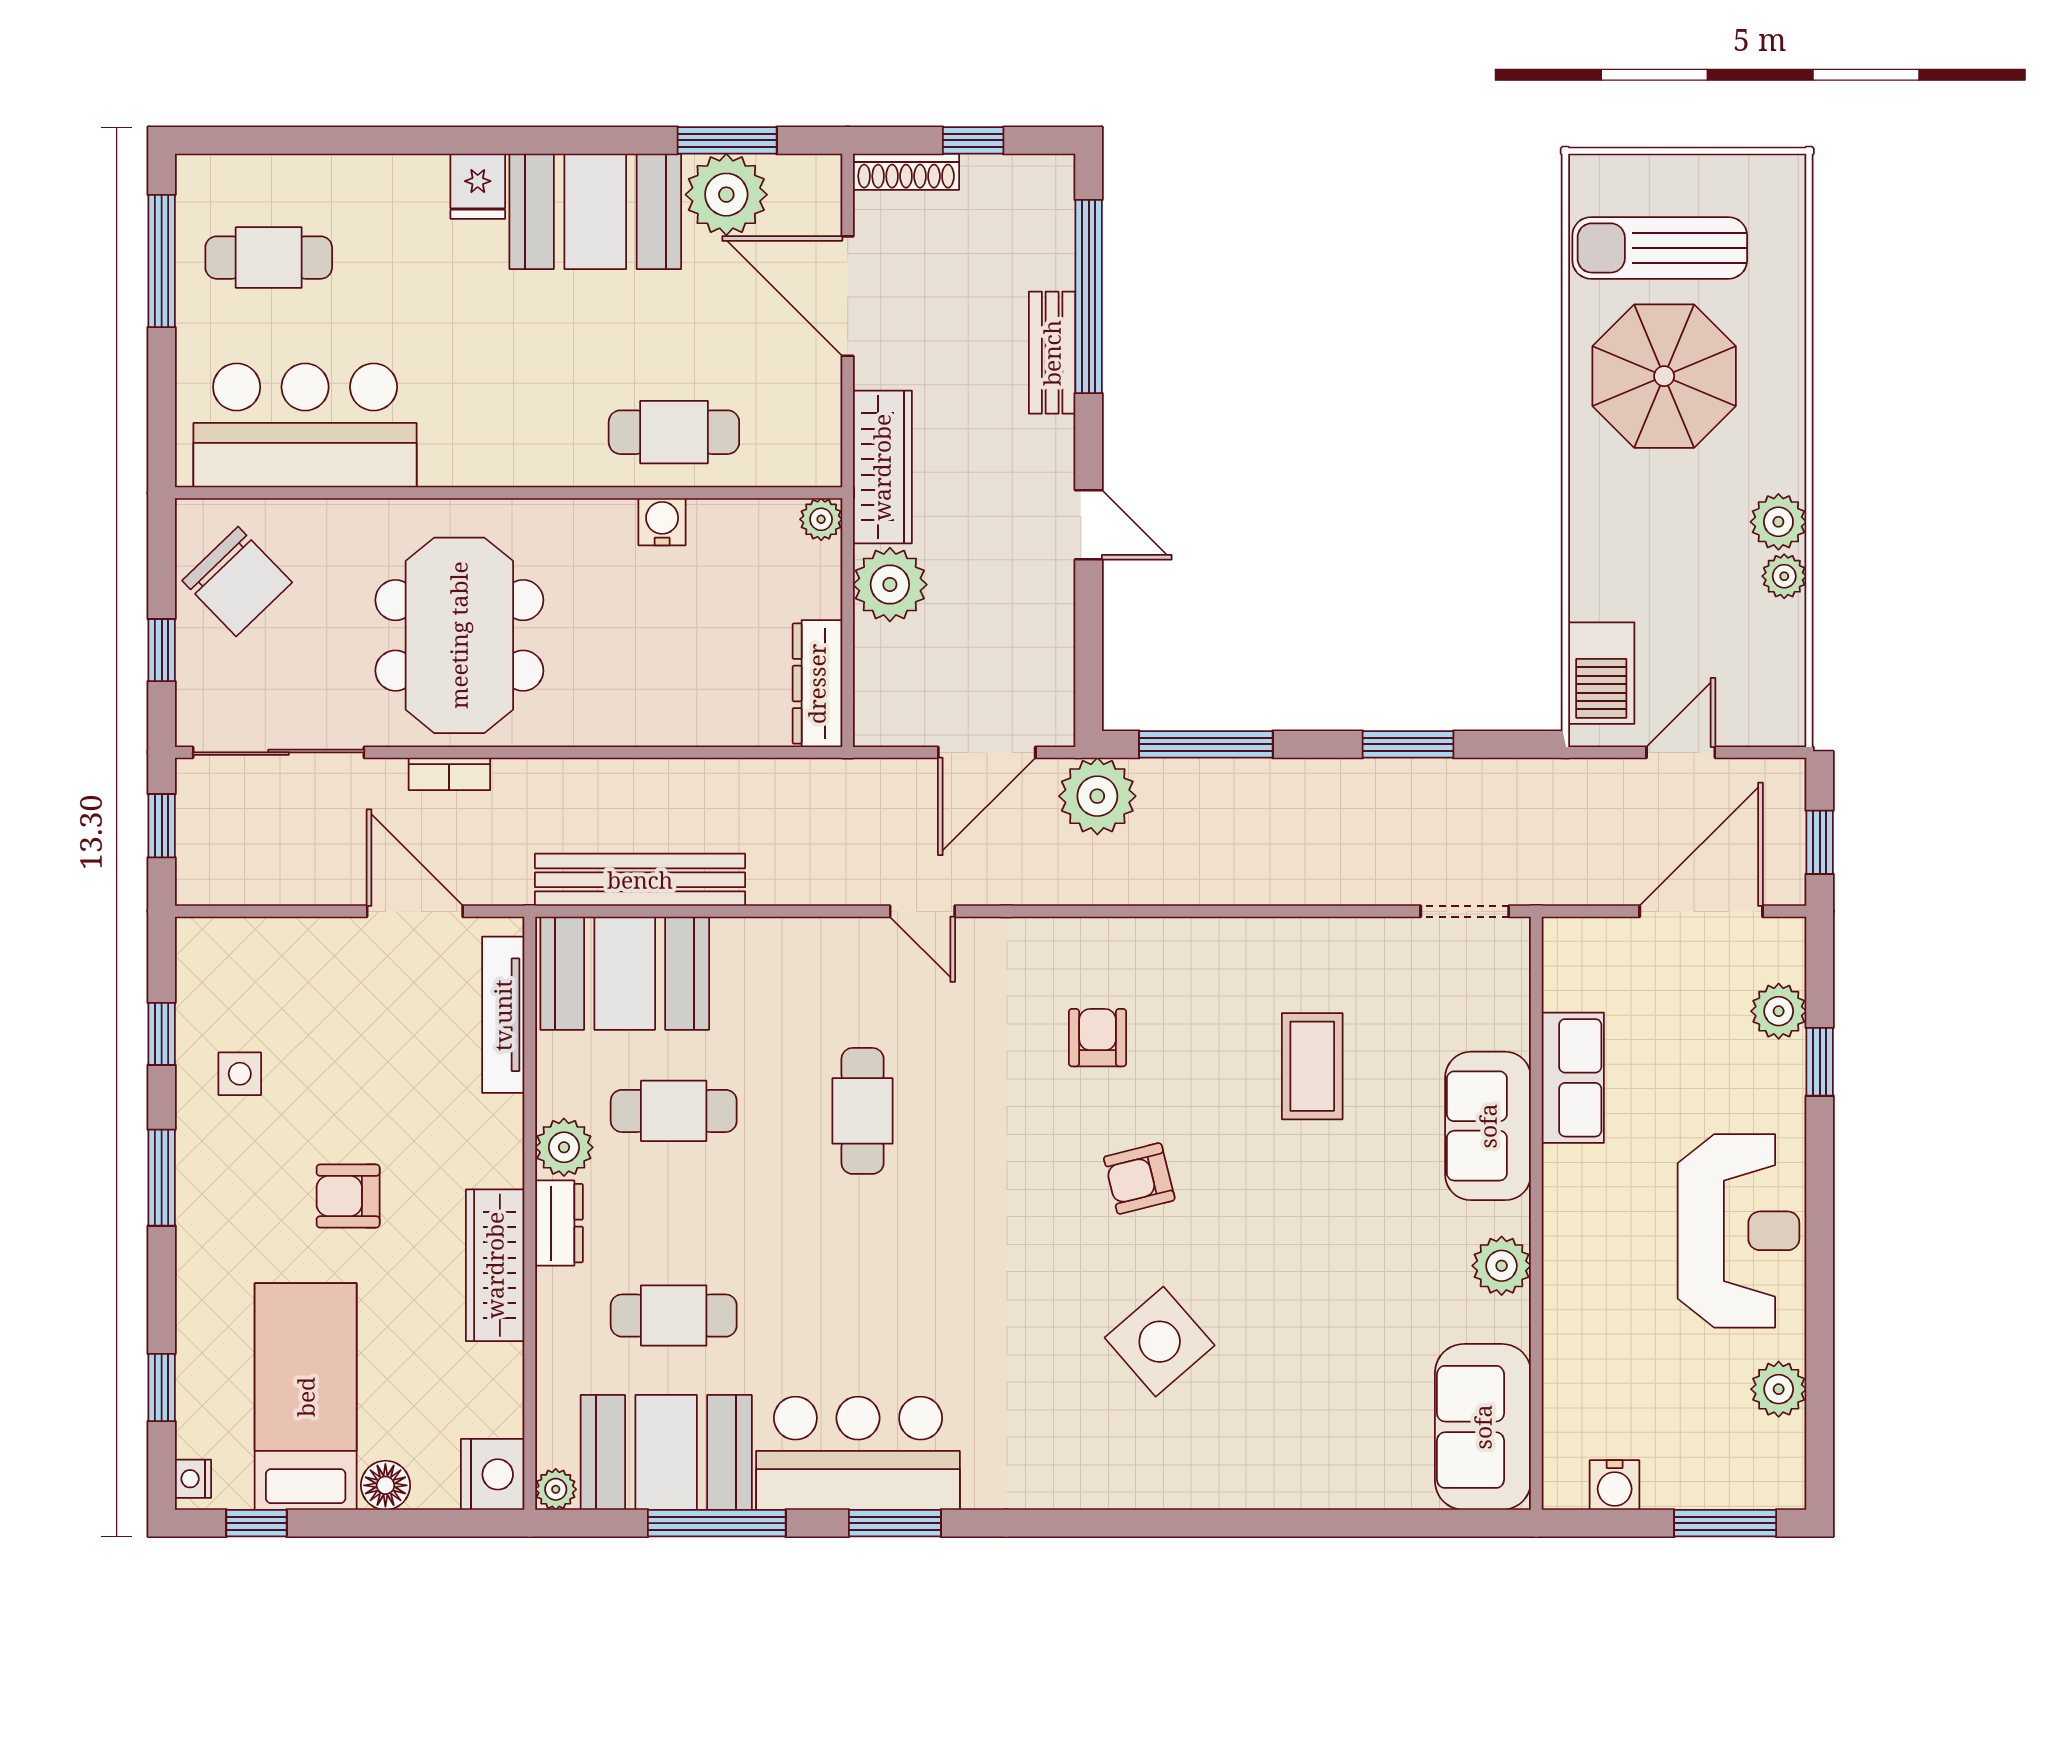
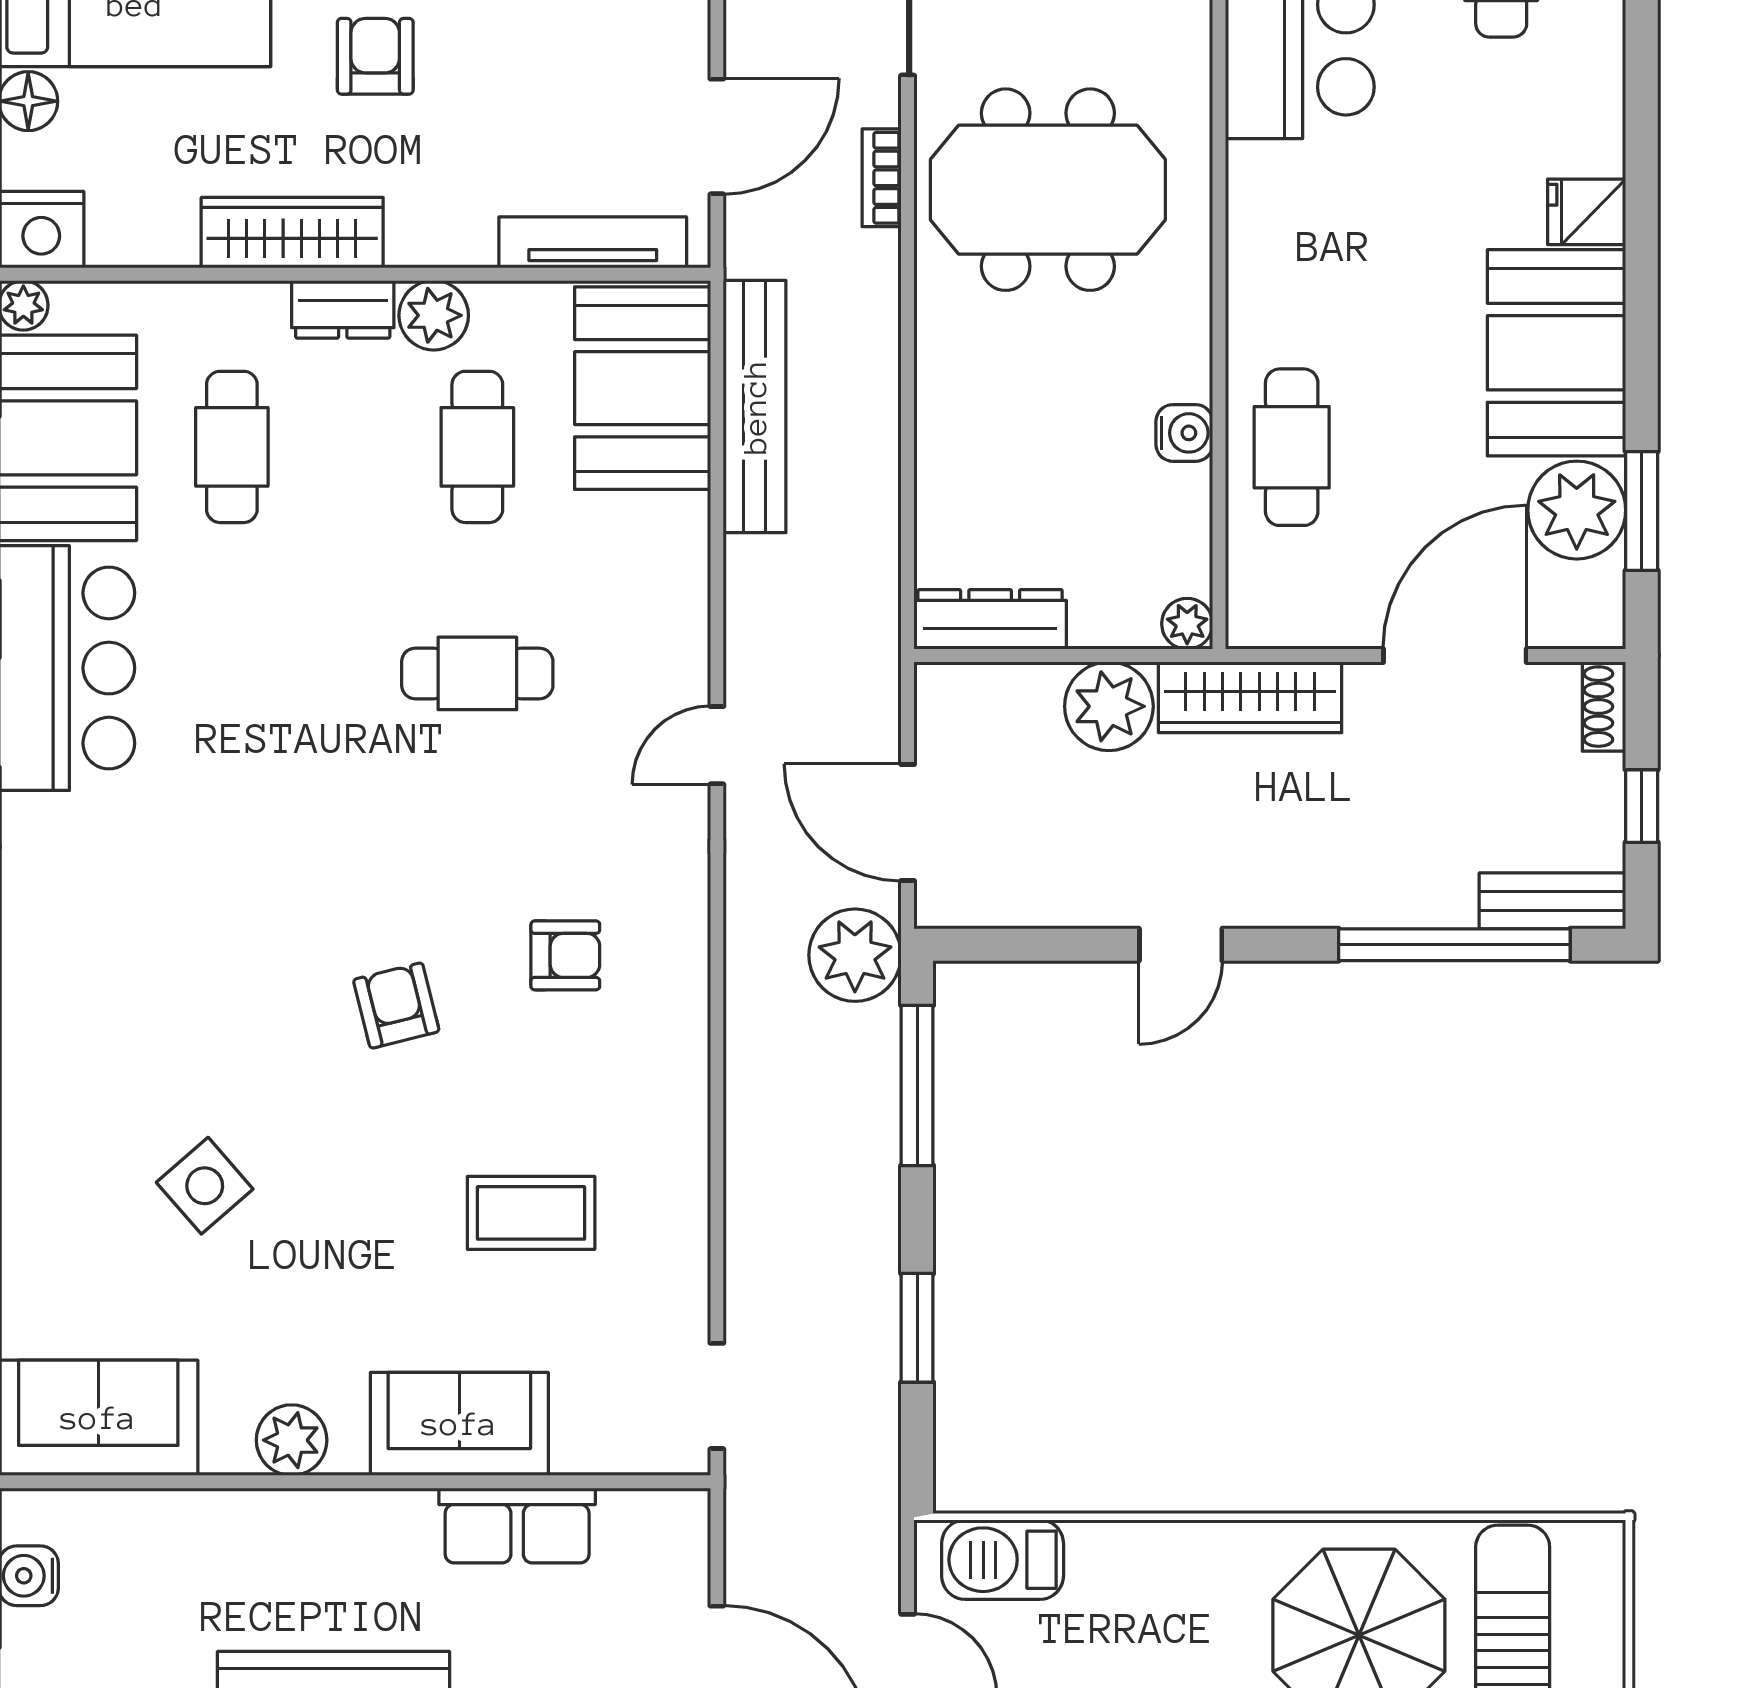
shoe rack: (906, 172) -> (1604, 707), width x0.70
bench: (1052, 353) -> (1552, 901), moved
side table: (1160, 1342) -> (205, 1186), moved, width x0.73, depth x0.73

